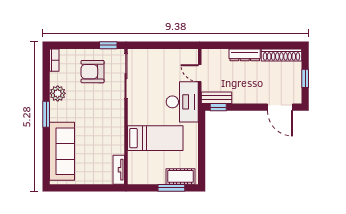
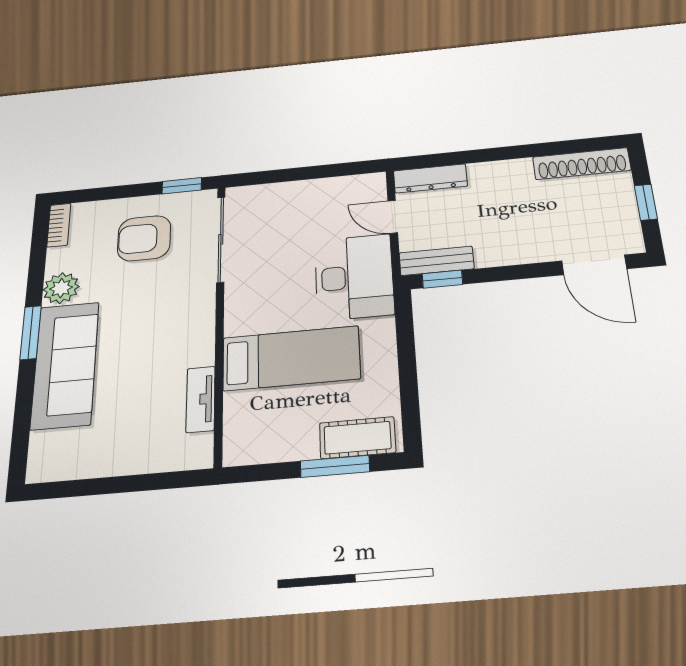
dresser: (245, 55) -> (430, 178), moved
sofa: (62, 151) -> (65, 365), moved
tv unit: (119, 170) -> (201, 399), moved

